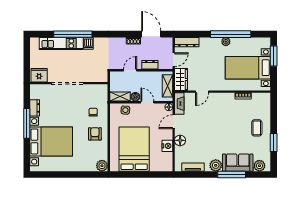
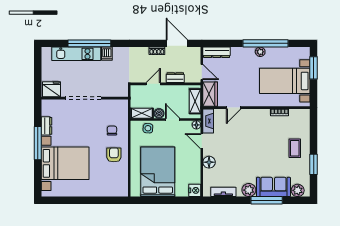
door: (174, 60) -> (202, 72), hinge flipped
door: (174, 122) -> (202, 141), hinge flipped
nightstand: (167, 146) -> (195, 190), moved
plant: (102, 166) -> (122, 190), removed

